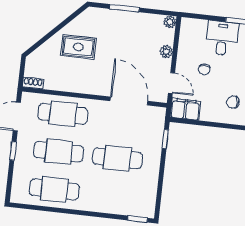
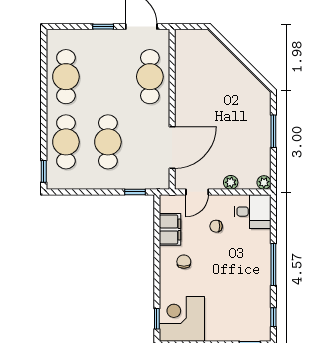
desk: (222, 38) -> (252, 212), moved
rug: (78, 47) -> (225, 85), removed
shoe rack: (33, 83) -> (180, 40), removed
filing cabinet: (185, 109) -> (170, 229), moved
cafe table: (59, 152) -> (66, 142), moved

